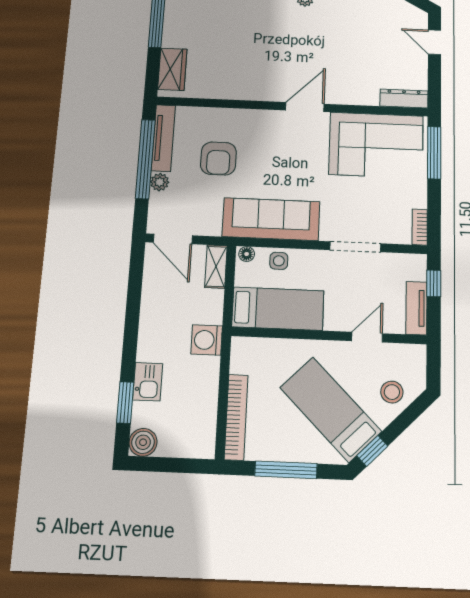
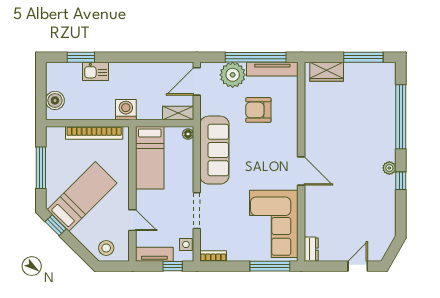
dresser: (404, 98) -> (311, 249), width x0.70
plant: (160, 182) -> (233, 75), width x1.88, depth x1.88
side table: (279, 261) -> (186, 244), moved
stool: (392, 392) -> (106, 248), moved
bookcase: (236, 417) -> (94, 133), moved
boiler: (143, 442) -> (55, 100), moved

